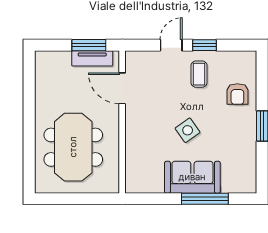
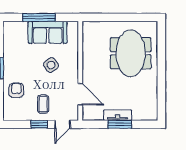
door: (122, 88) -> (80, 94), moved
wall: (122, 122) -> (80, 71), moved

